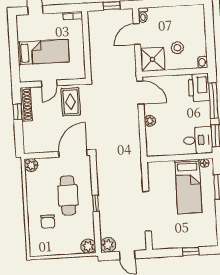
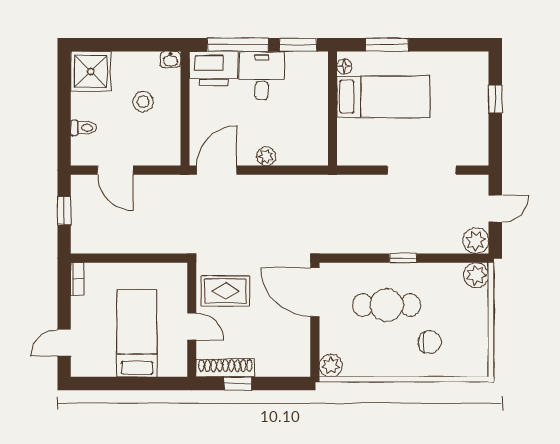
toilet: (143, 15) -> (84, 128), moved
shower: (153, 59) -> (91, 71), moved
desk: (198, 140) -> (262, 76), moved

